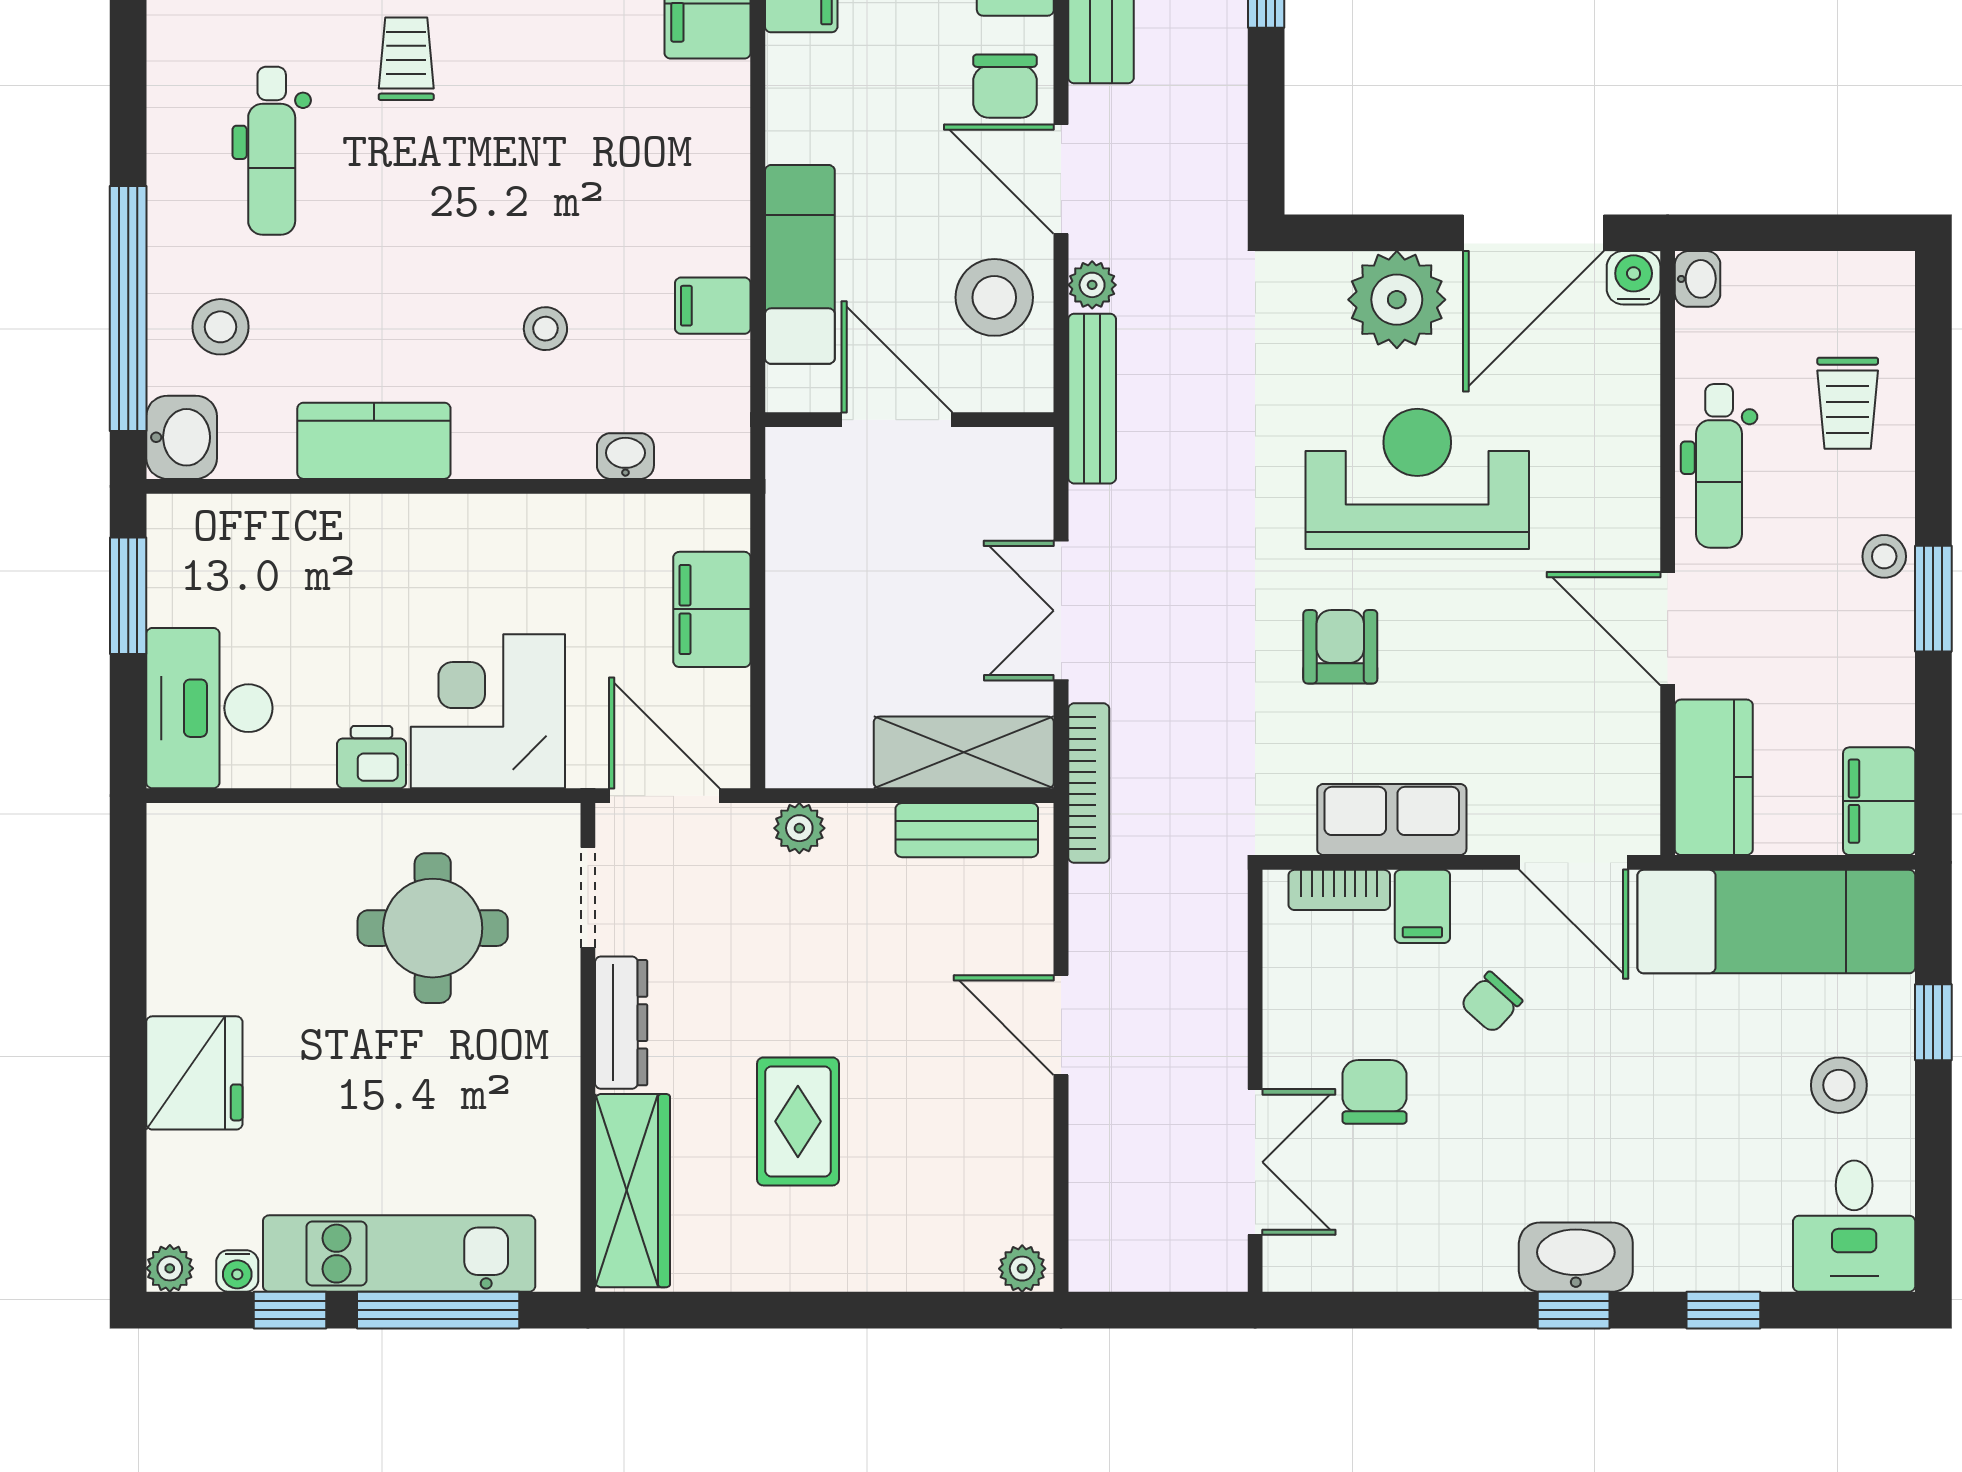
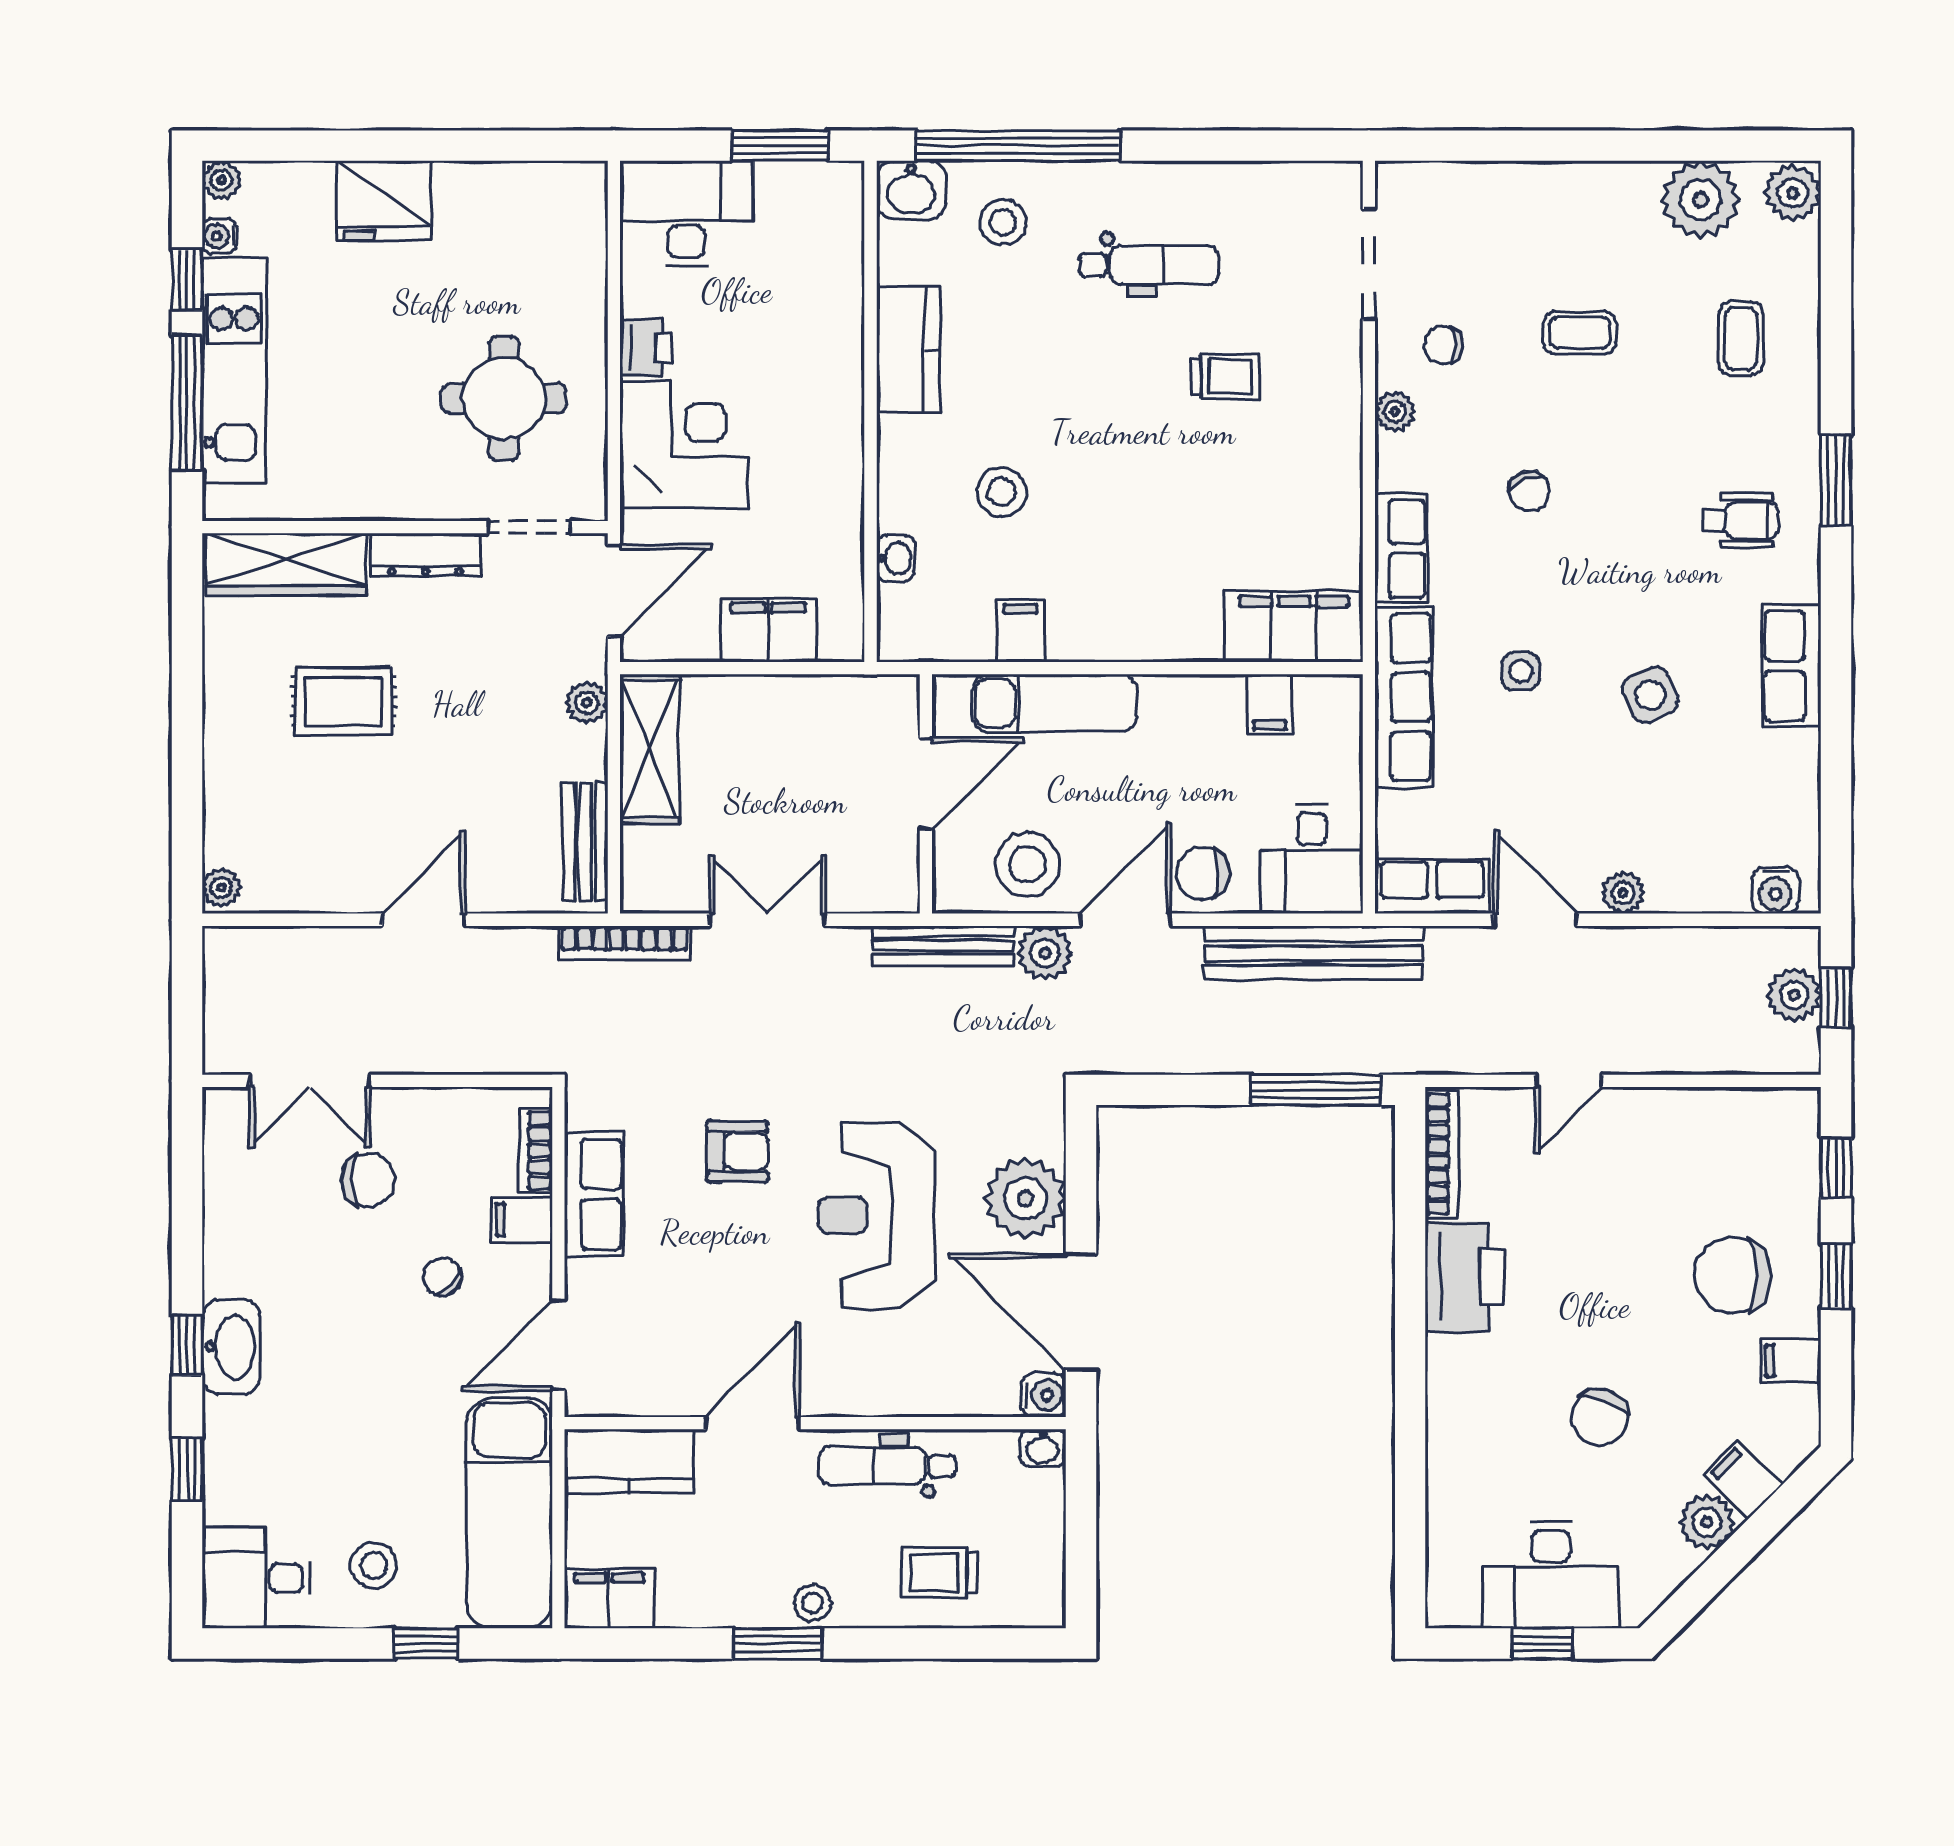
dental chair: (272, 151) -> (1149, 265), turned 180
plant: (1092, 285) -> (1045, 953), width x1.38, depth x1.38
stool: (545, 329) -> (1001, 492), width x1.37, depth x1.37
reception desk: (1417, 479) -> (877, 1215), turned 180
shelving: (964, 752) -> (650, 749), moved

